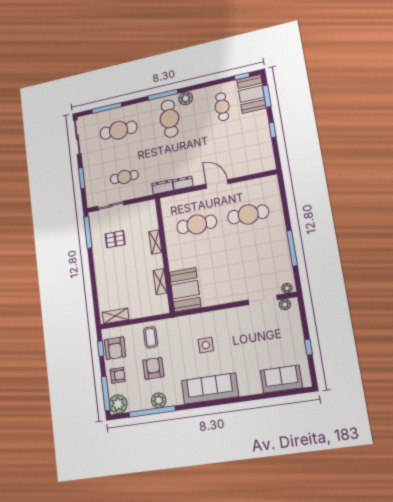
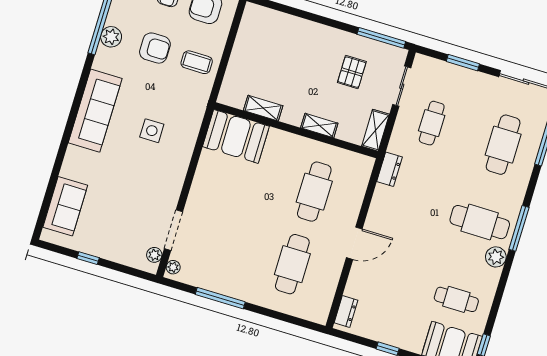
dresser: (183, 183) -> (346, 311), moved
shelving: (116, 316) -> (375, 130), moved

